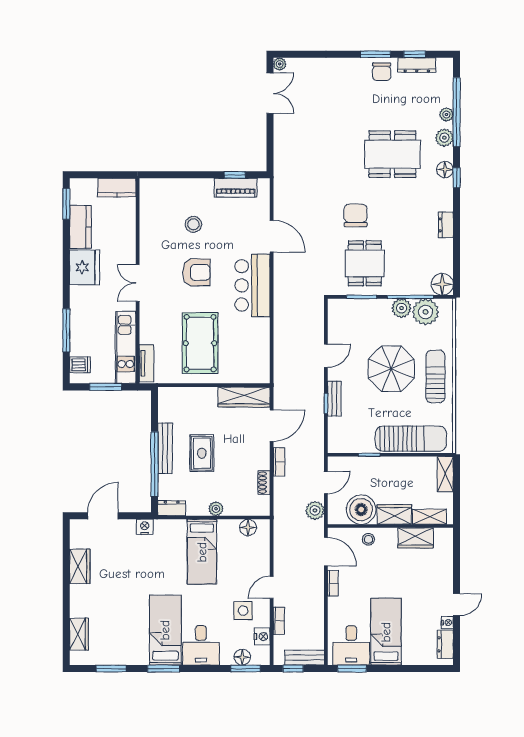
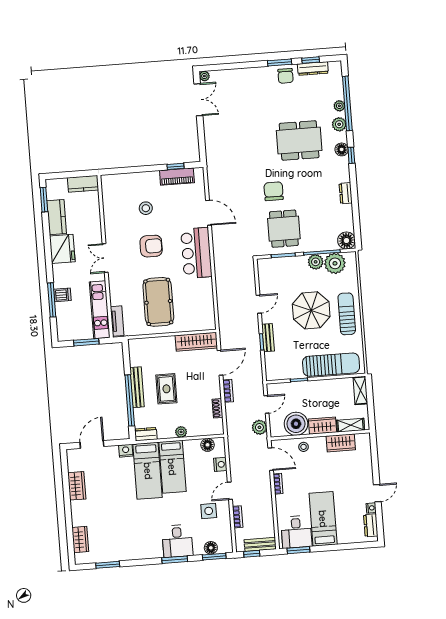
dishwasher: (80, 365) -> (62, 295), moved
bed: (165, 630) -> (148, 471), moved, turned 180
nightstand: (262, 637) -> (220, 464), moved
window: (164, 669) -> (175, 560), moved

